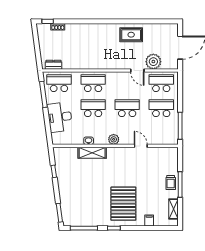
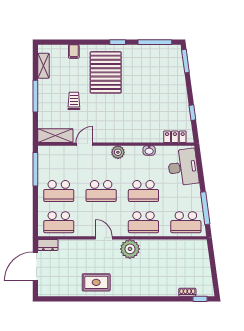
plant: (153, 62) -> (130, 249), moved
dresser: (54, 65) -> (48, 245), moved
door: (137, 70) -> (104, 238), moved
desk: (60, 117) -> (183, 167), moved
door: (141, 146) -> (84, 144), swing flipped
locker: (68, 152) -> (175, 137), added
shelving: (92, 153) -> (55, 136), moved
trolley: (171, 183) -> (74, 101), moved

